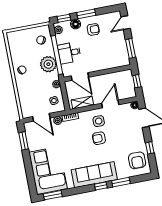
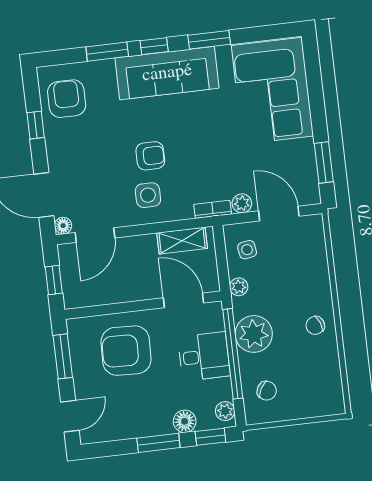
armchair: (93, 29) -> (126, 351), moved, width x1.88, depth x1.88
door: (110, 104) -> (95, 235), moved
window: (53, 195) -> (209, 40), moved

